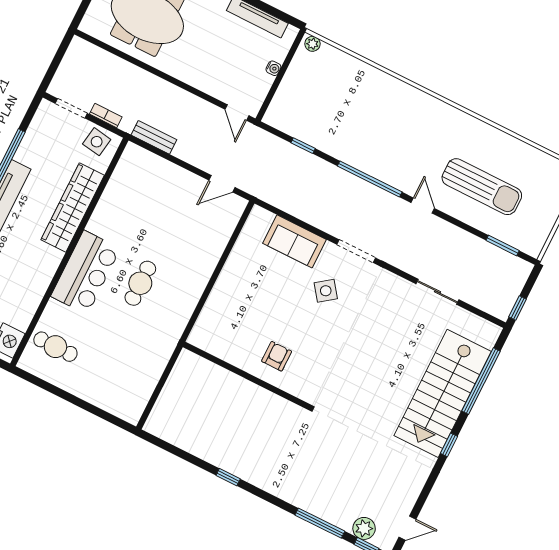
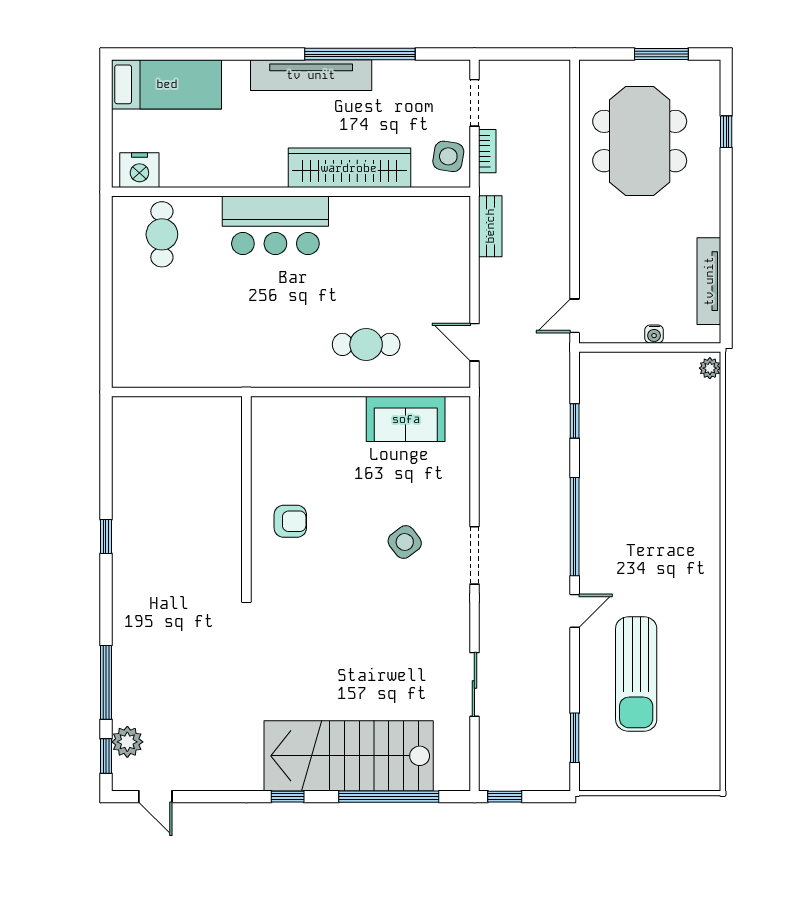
sofa: (295, 241) -> (406, 419), moved, turned -90
cafe table: (140, 283) -> (366, 344), moved

